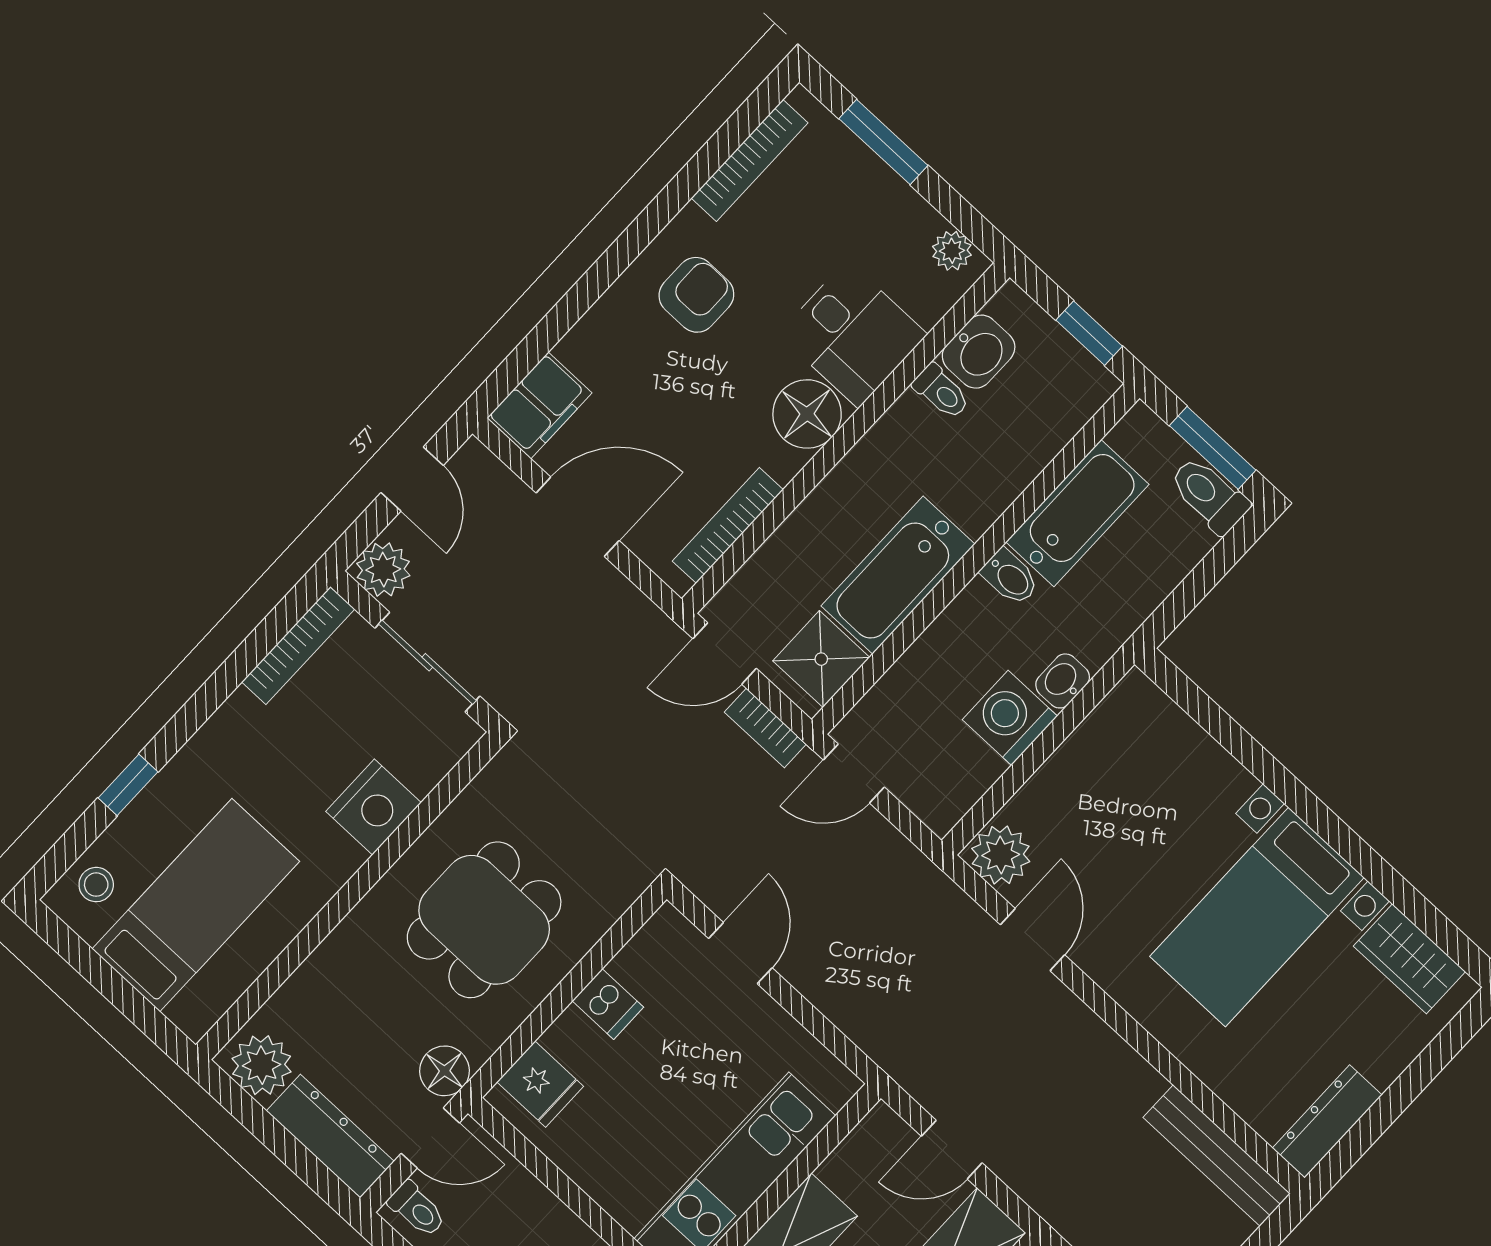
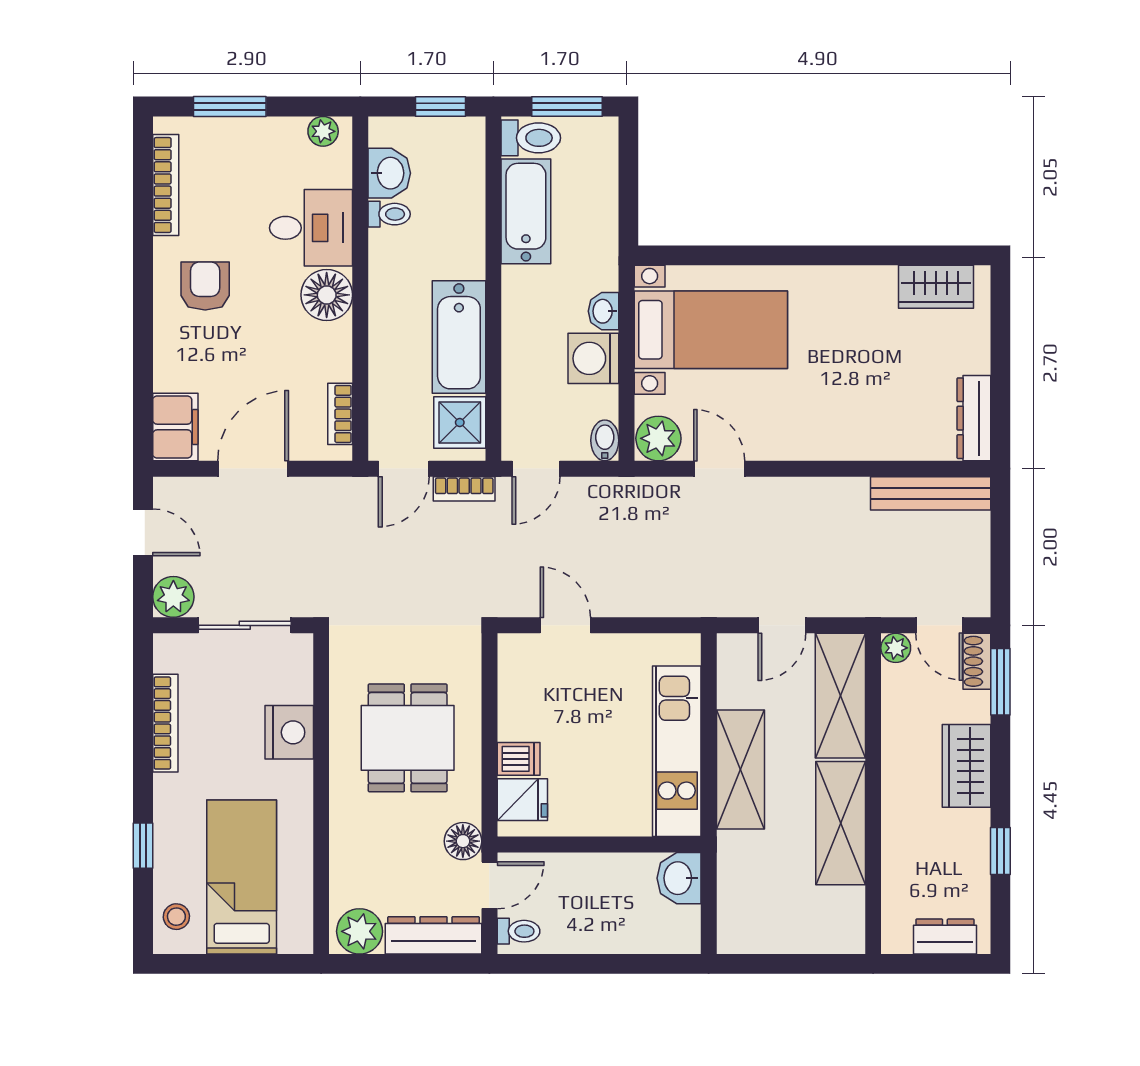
toilet: (1209, 495) -> (531, 138), moved, turned 180
bookcase: (728, 525) -> (340, 414), width x0.64
bidet: (1010, 577) -> (605, 440), moved, turned -90
bookcase: (298, 645) -> (165, 723), moved
bed with nightstands: (1257, 917) -> (711, 330), moved, turned -90
dishwasher: (608, 1004) -> (519, 759), moved

